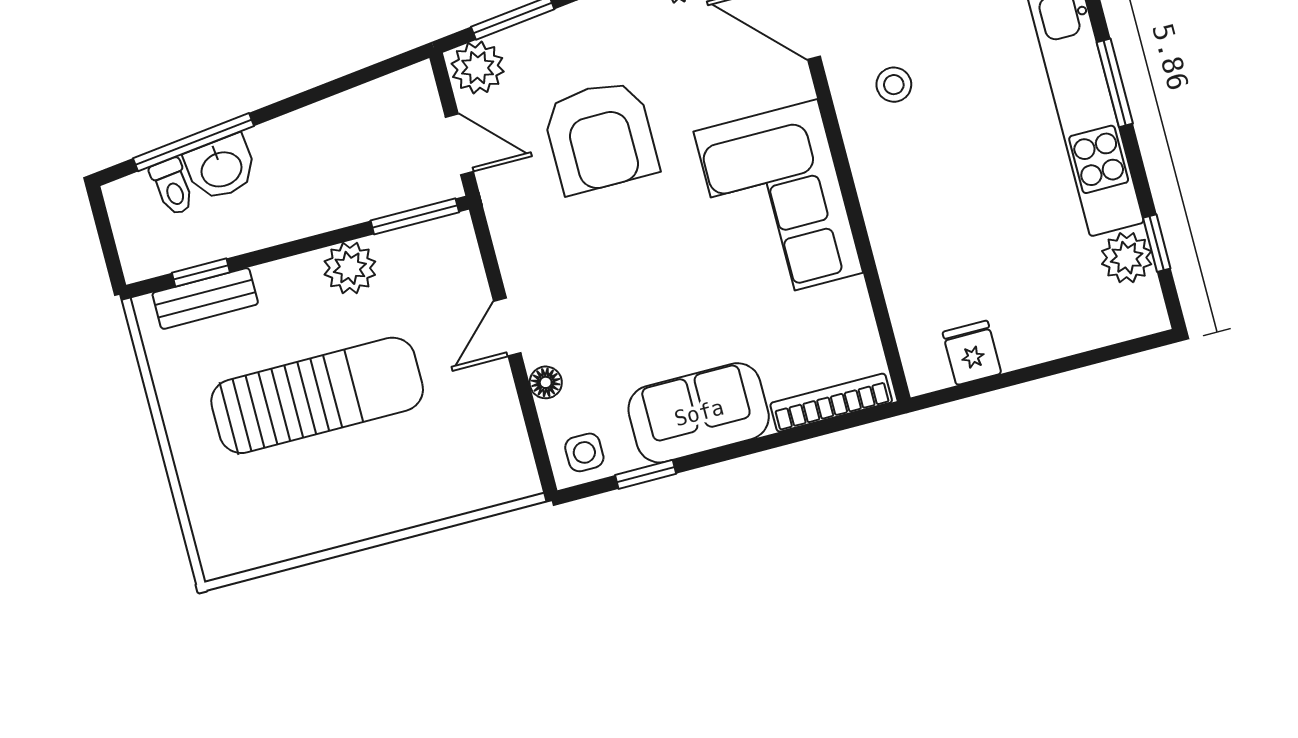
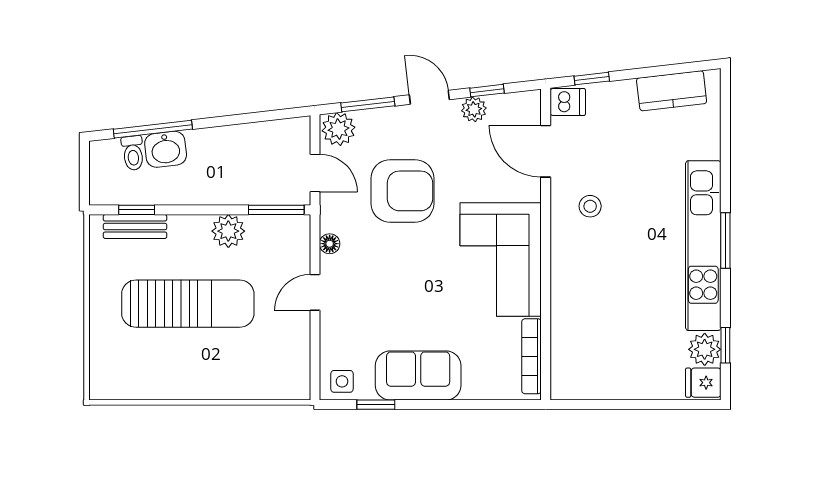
armchair: (600, 137) -> (402, 191), turned -90
fridge: (972, 353) -> (703, 383), moved, turned -90
floor lamp: (546, 382) -> (330, 244), moved
bookcase: (831, 403) -> (532, 356), moved, turned -90

